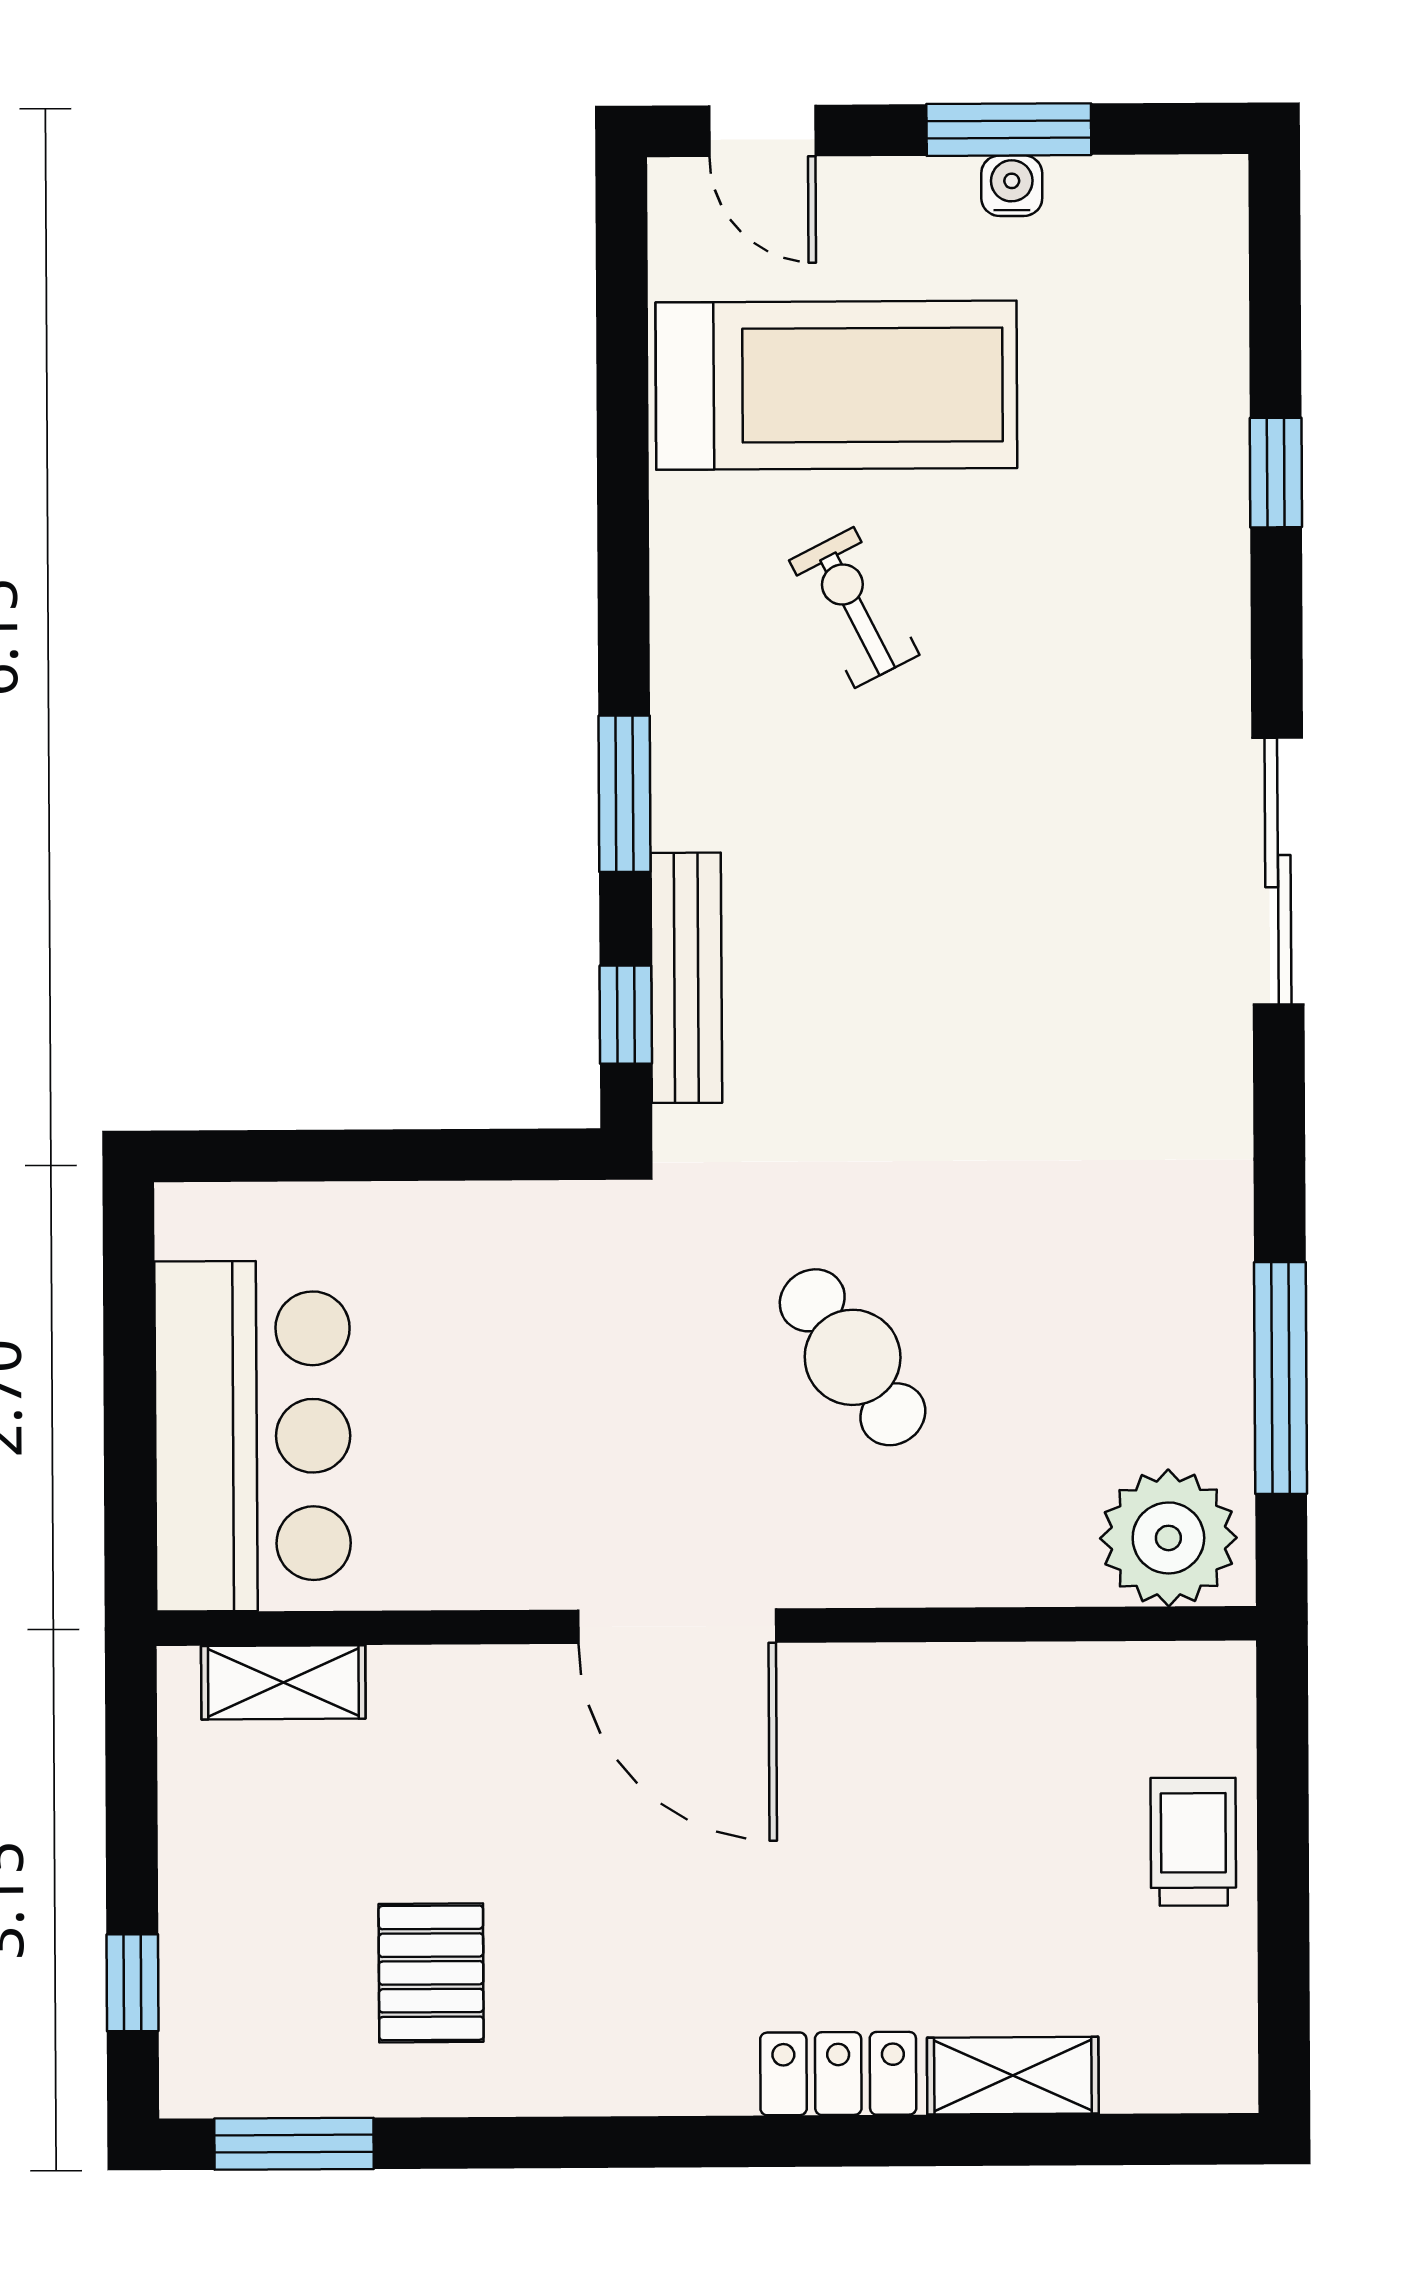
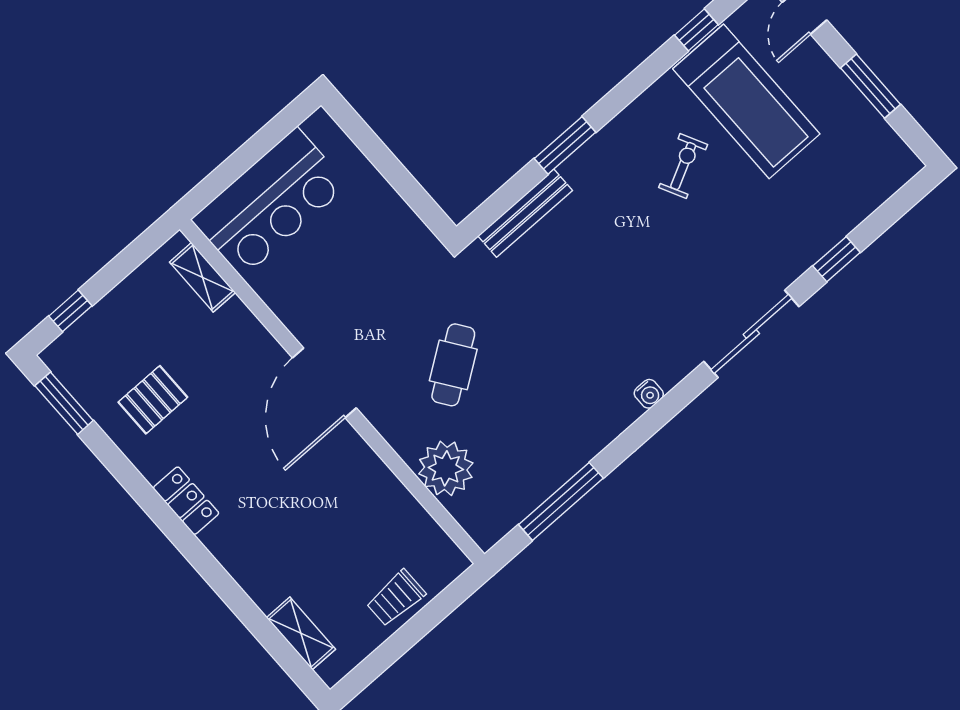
water cooler: (1012, 186) -> (649, 394), moved, turned 90
sliding door: (1278, 871) -> (751, 334), moved
window: (626, 1015) -> (696, 30), moved
plant: (1168, 1538) -> (446, 468), moved
trolley: (1193, 1842) -> (396, 598), turned 180
locker: (838, 2074) -> (186, 501), moved
shelving: (1013, 2076) -> (301, 633), moved

